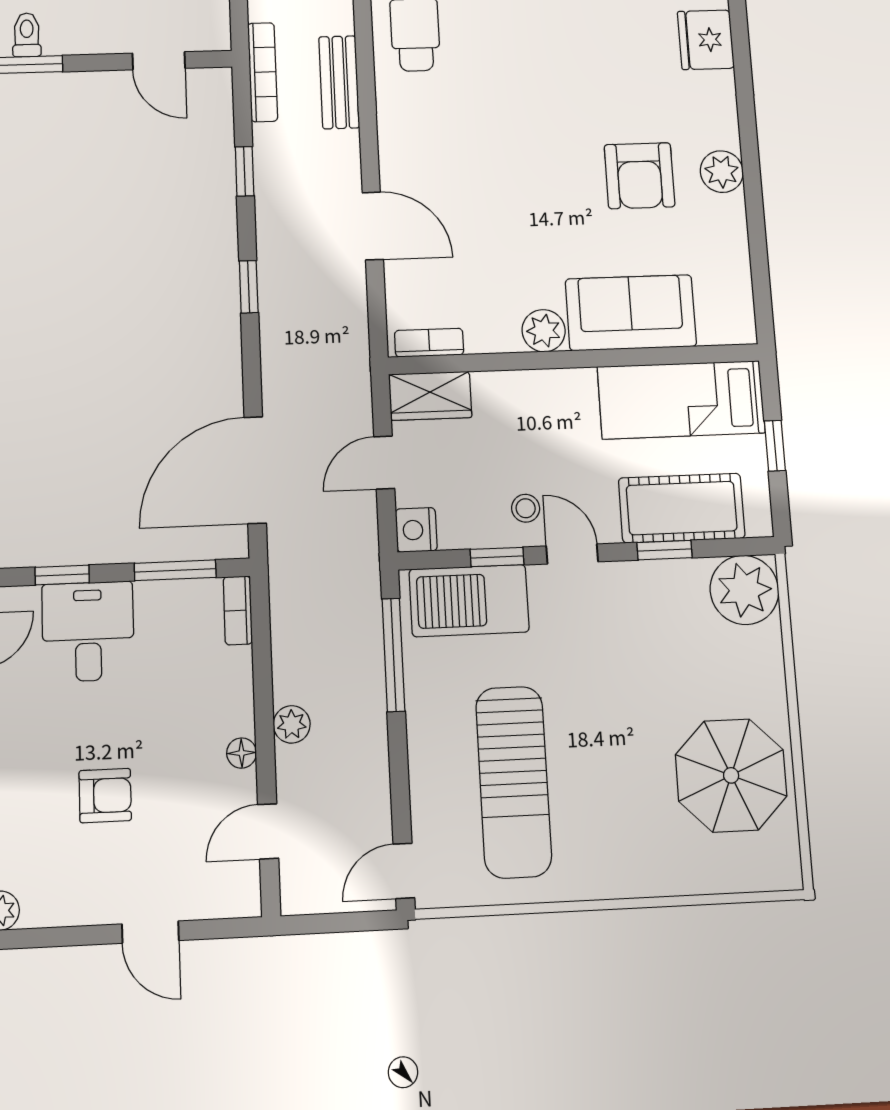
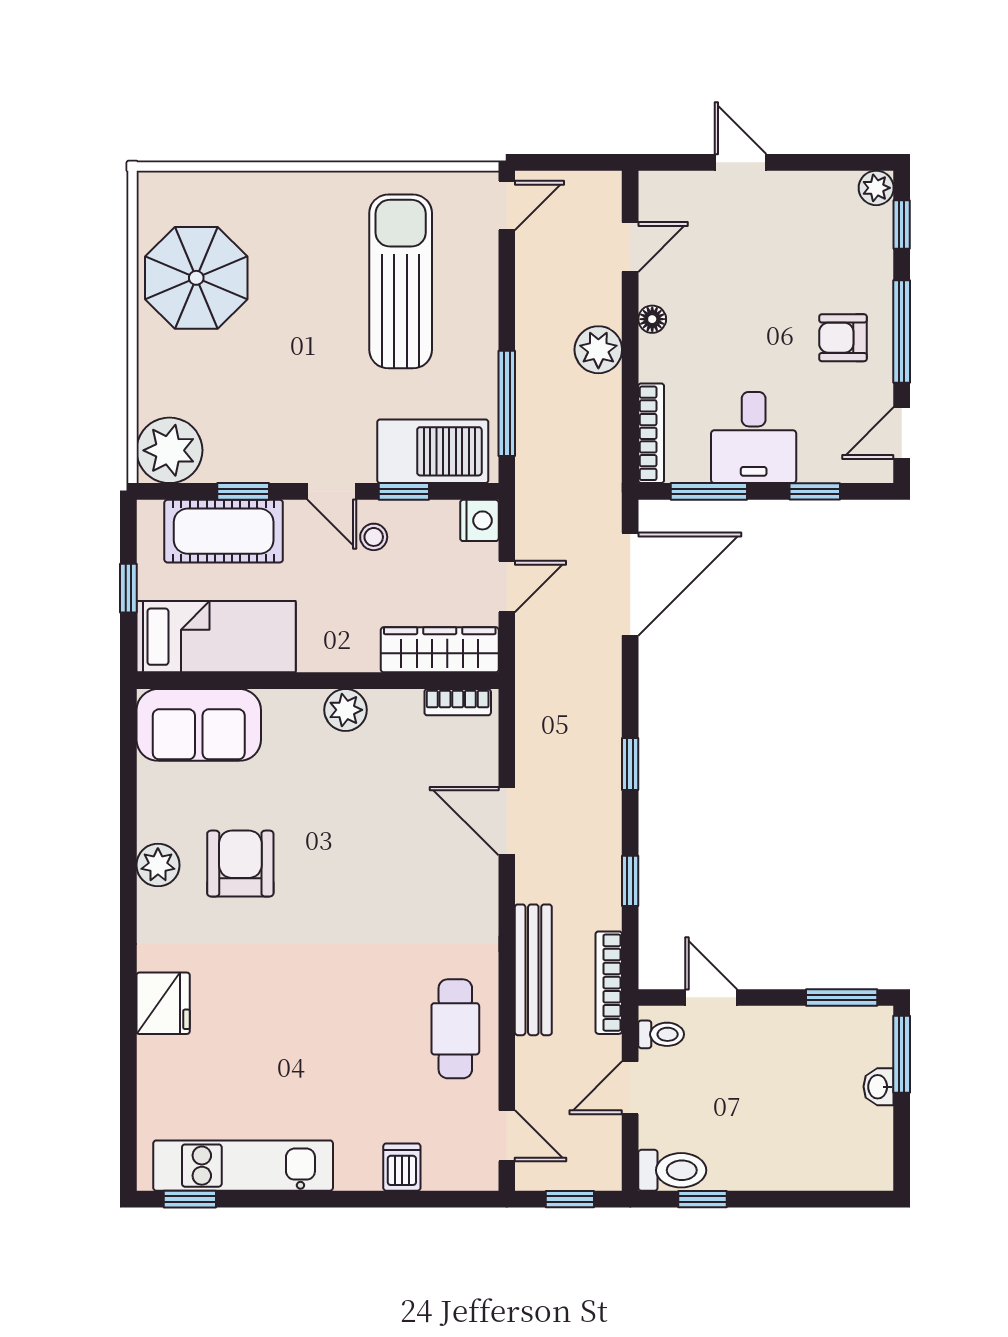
toilet: (27, 35) -> (661, 1034), moved, turned -90
bench: (339, 82) -> (533, 970), width x1.36
sofa: (631, 313) -> (199, 725), moved
wardrobe: (430, 396) -> (440, 650), width x1.50
bookcase: (238, 610) -> (651, 433), width x1.56
desk: (88, 632) -> (754, 438), moved
plant: (292, 724) -> (598, 350), width x1.38, depth x1.38
armchair: (105, 796) -> (843, 338), moved

